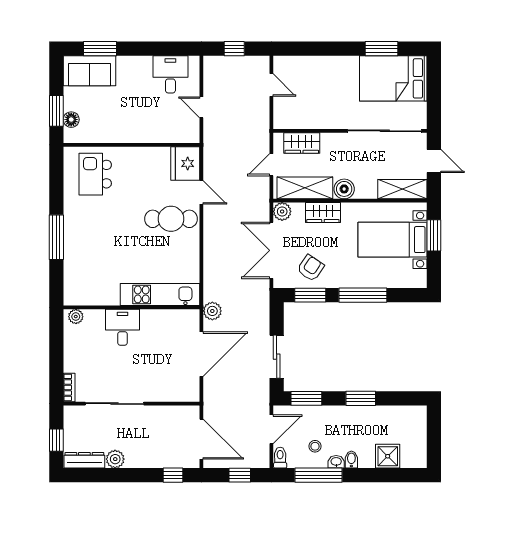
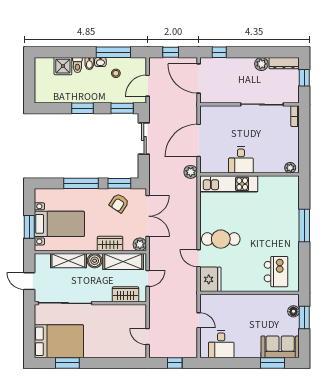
shelving: (402, 189) -> (68, 261), moved
desk: (122, 327) -> (241, 160), moved
toilet: (280, 458) -> (77, 65), moved

